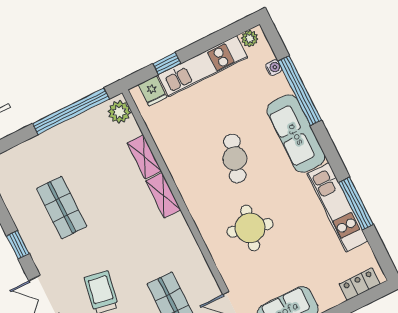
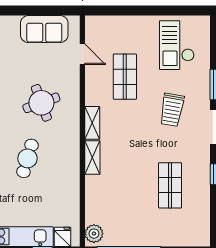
shelving: (144, 157) -> (92, 123), moved
round table: (250, 228) -> (41, 103), turned -34

